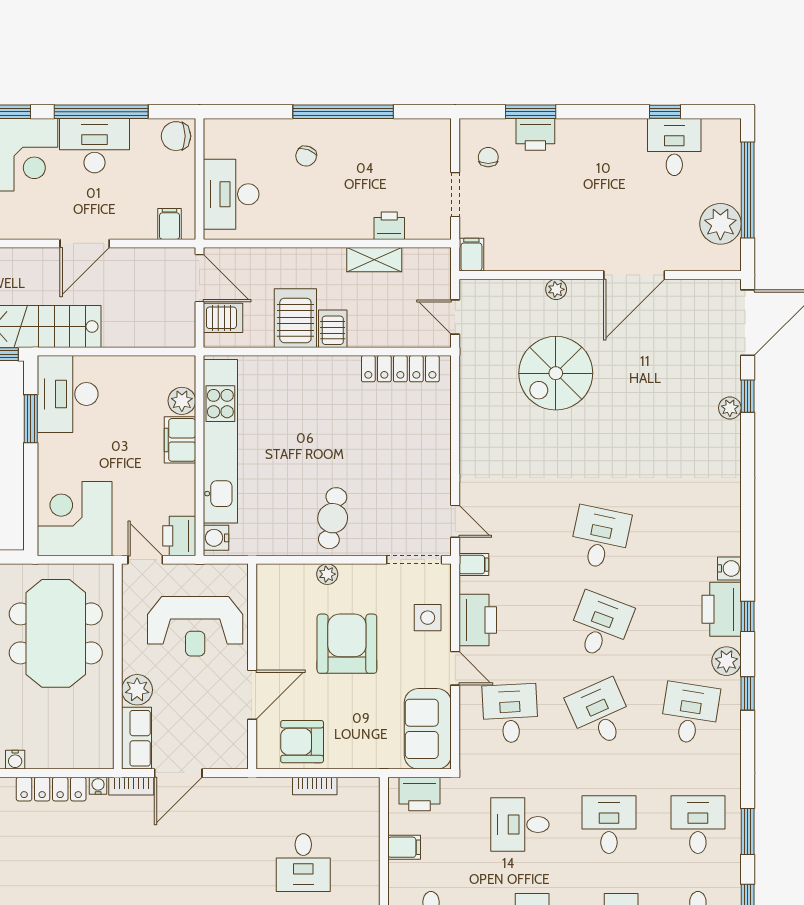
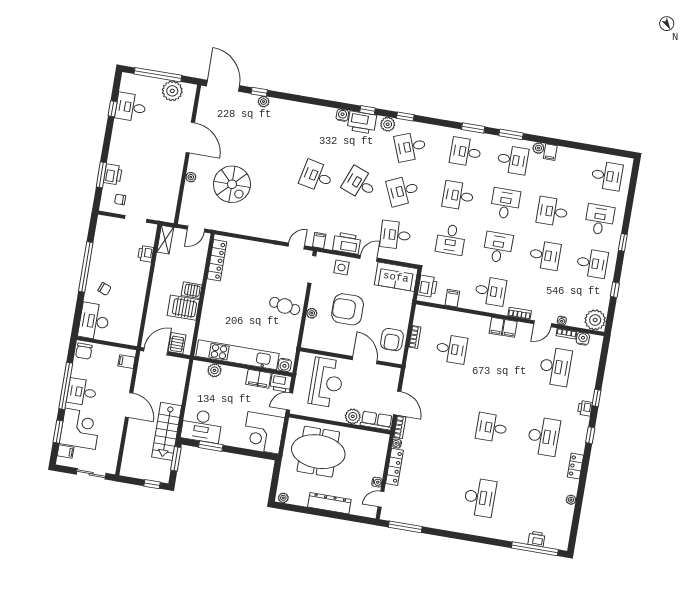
desk: (95, 146) -> (82, 392), width x0.73
desk: (231, 194) -> (94, 321), moved, turned 90
filing cabinet: (471, 255) -> (167, 216), removed
shelving: (374, 260) -> (165, 240), moved
filing cabinet: (180, 440) -> (258, 379), moved
desk: (690, 713) -> (410, 147), turned -30

